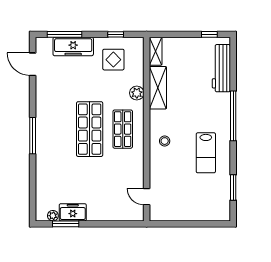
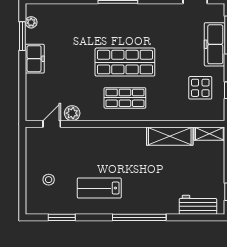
workbench: (221, 68) -> (198, 205), width x0.73
plant: (137, 93) -> (72, 113), moved
stool: (165, 141) -> (49, 180), moved
freezer: (73, 212) -> (35, 59), moved

